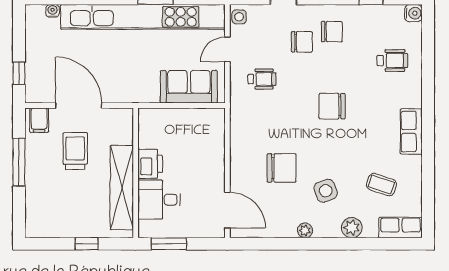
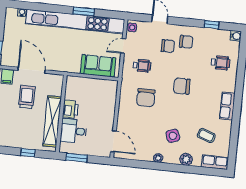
chair: (282, 168) -> (146, 98), moved, turned 90

